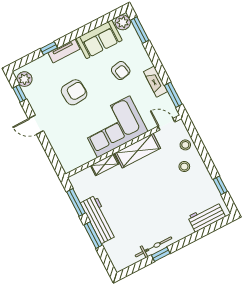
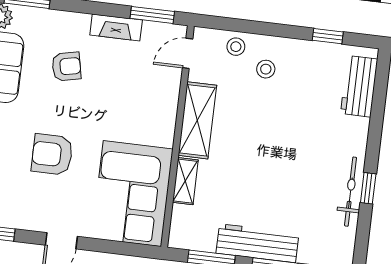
armchair: (74, 92) -> (52, 154), turned -86
corner sofa: (114, 127) -> (132, 194), moved

